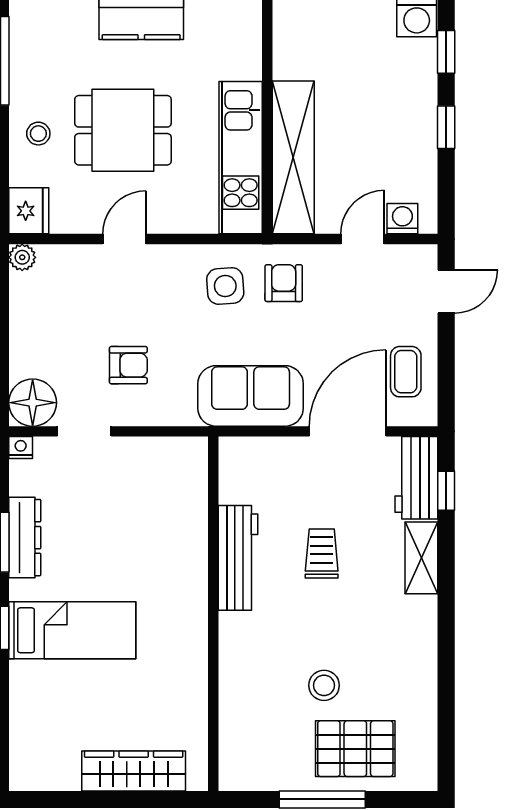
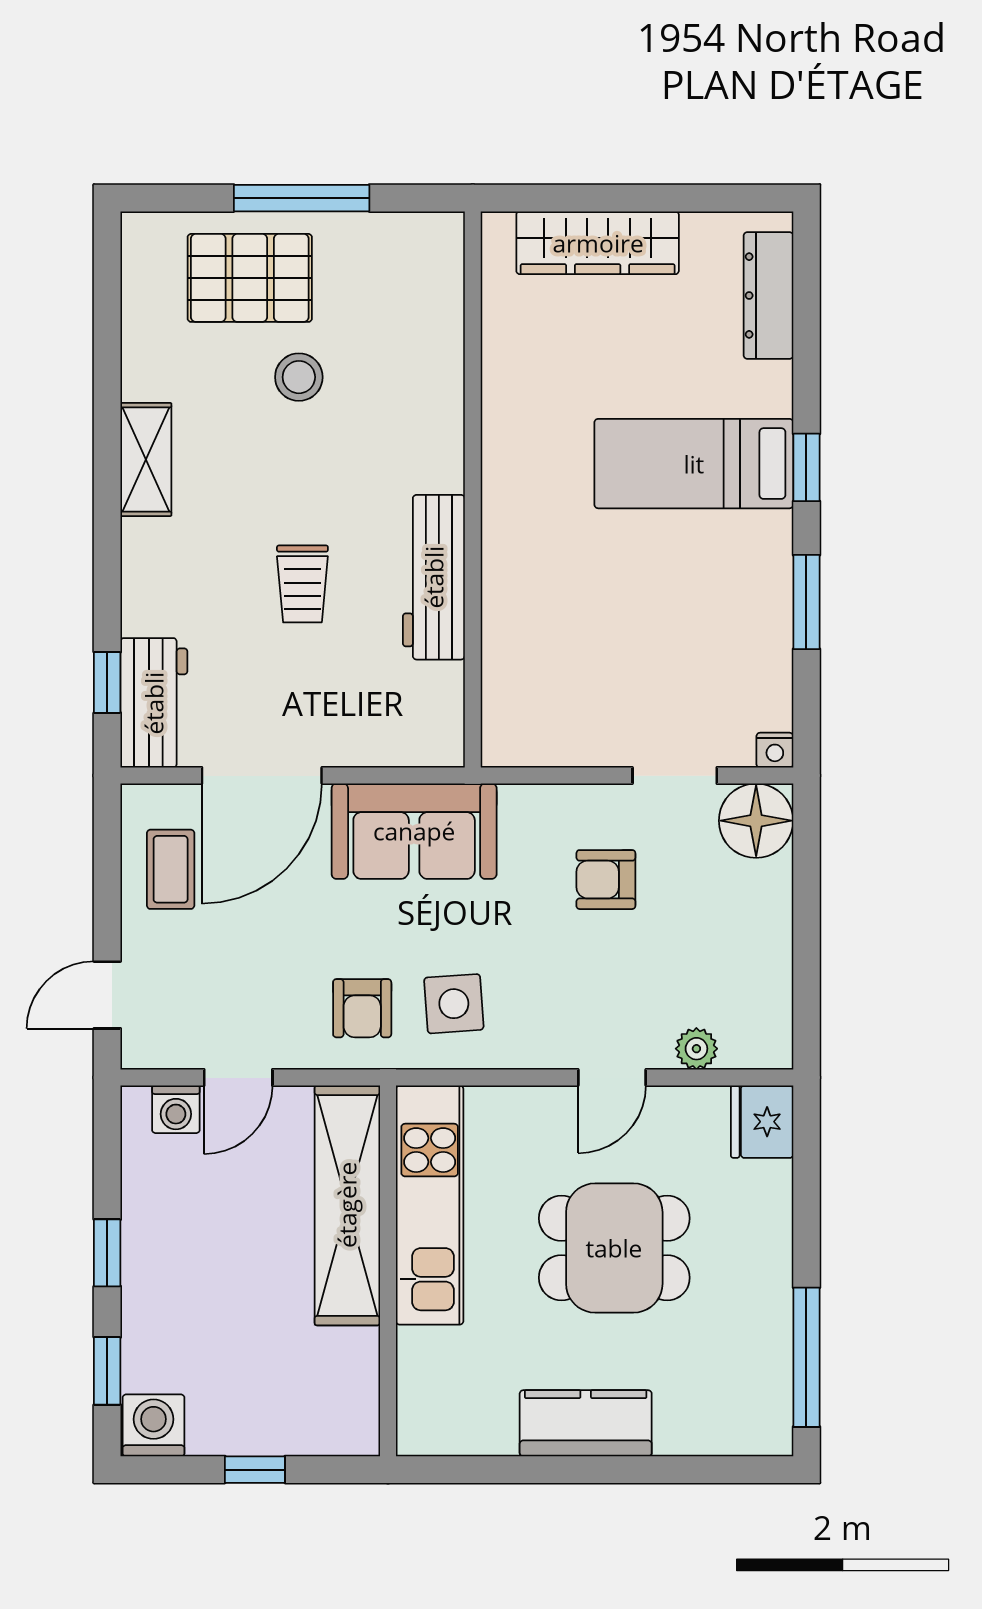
stool: (38, 134) -> (747, 1243), removed
plant: (22, 257) -> (696, 1049), moved
dresser: (25, 538) -> (768, 295), moved
shelving: (421, 558) -> (146, 459), moved

